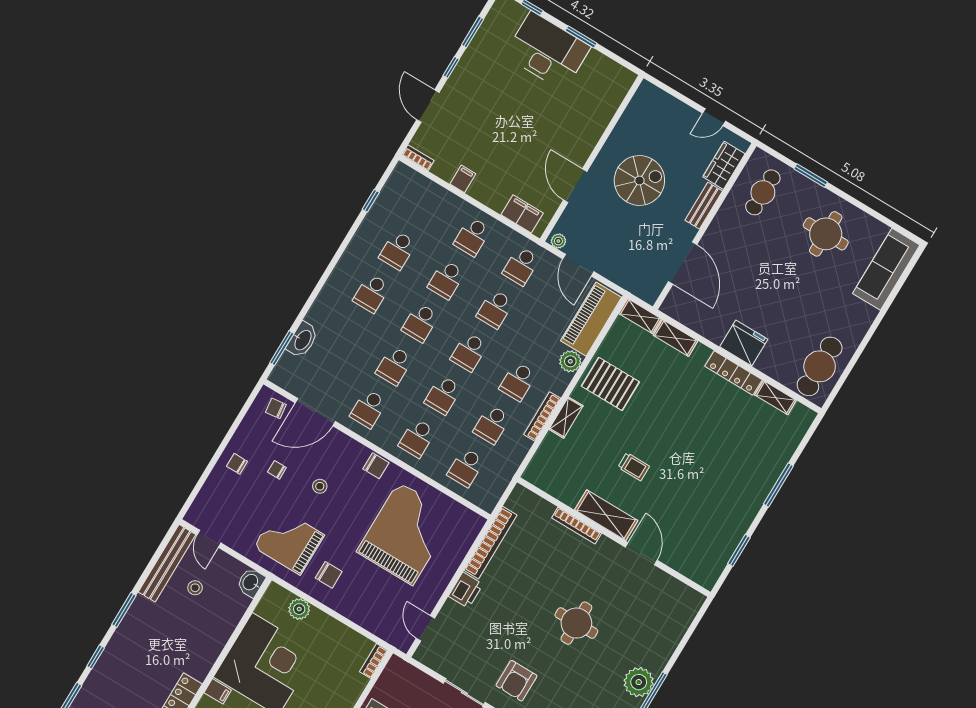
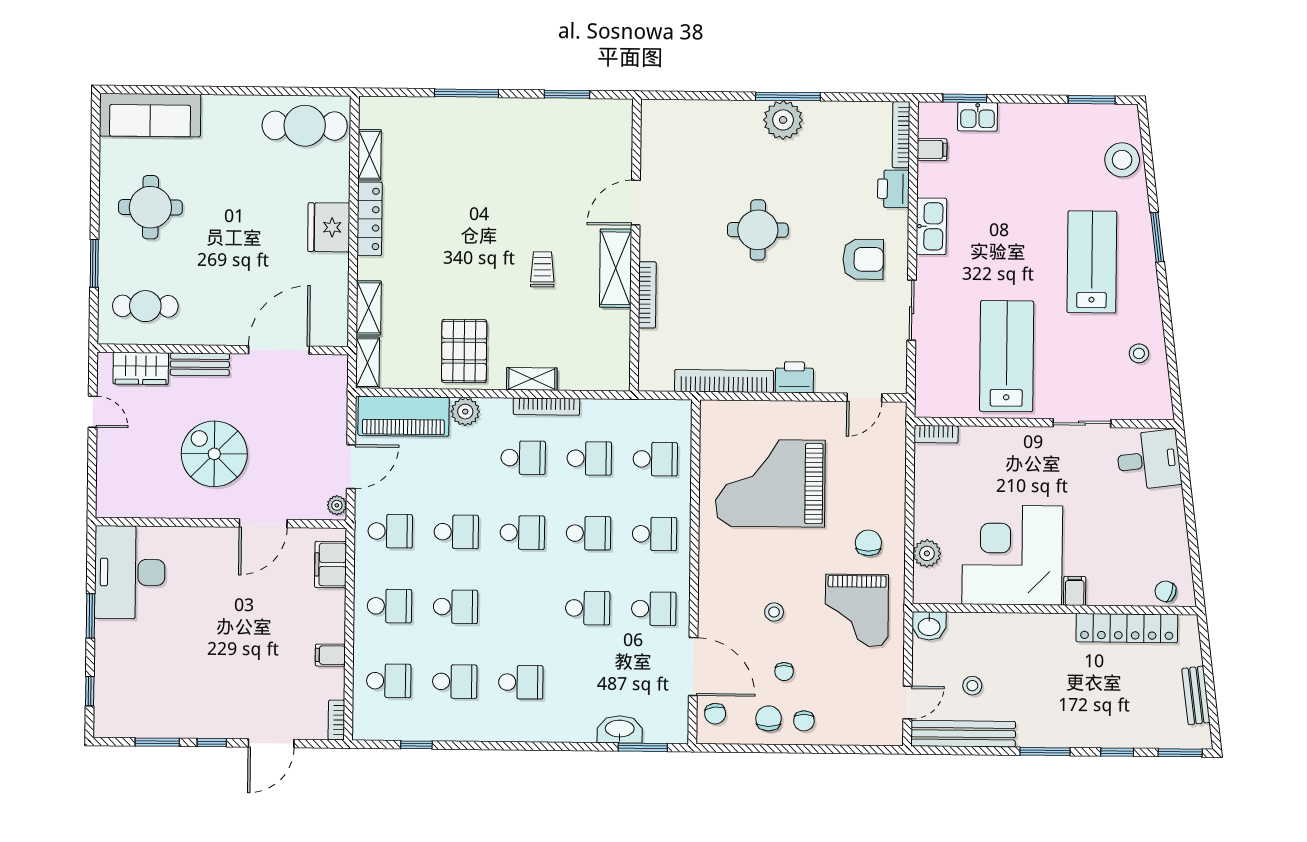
desk: (547, 51) -> (130, 572), moved
school desk: (420, 323) -> (389, 681), moved
chair: (376, 466) -> (769, 718), moved

